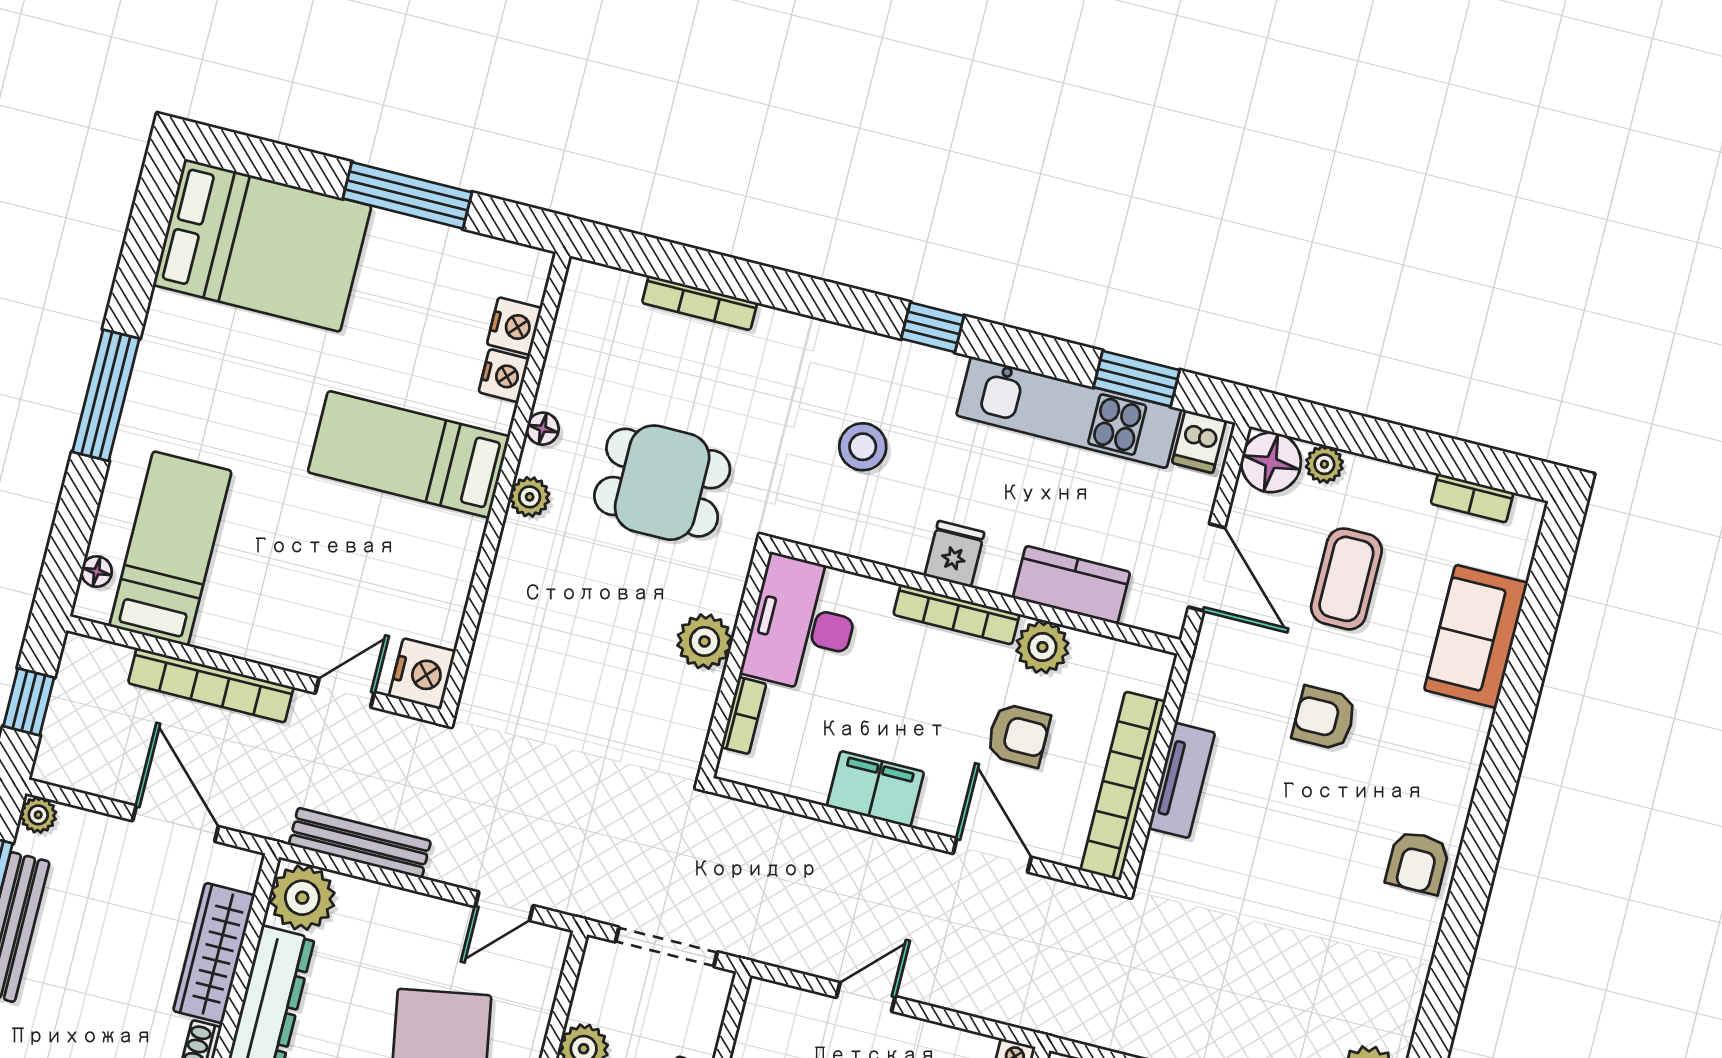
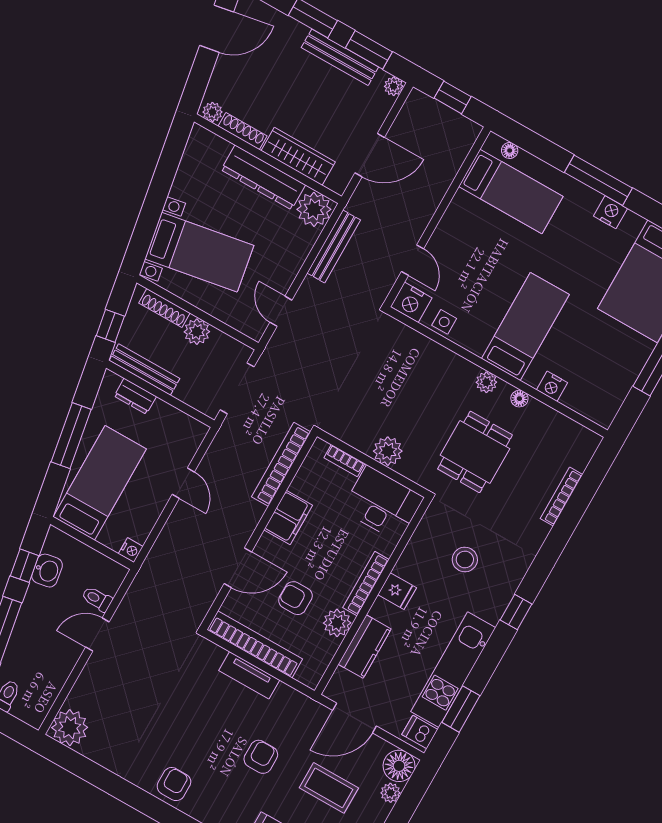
nightstand: (514, 326) -> (611, 212), moved, turned 180
side table: (441, 604) -> (444, 322), added
bookcase: (211, 685) -> (281, 464), moved
armchair: (1018, 735) -> (295, 598), turned 90
armchair: (1418, 862) -> (174, 784), turned 90

